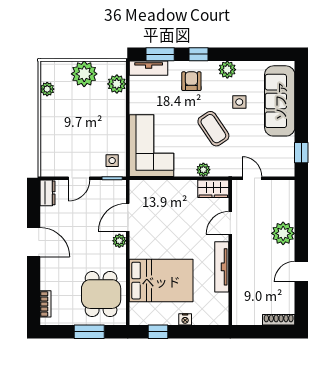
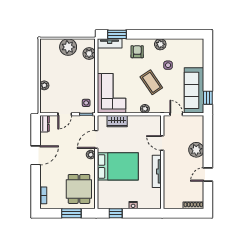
window: (198, 54) -> (142, 34), removed
plant: (47, 89) -> (44, 85), moved
sofa: (280, 101) -> (194, 90), moved
wardrobe: (213, 189) -> (117, 121), moved
door: (230, 223) -> (162, 143), hinge flipped
door: (34, 242) -> (36, 155), hinge flipped
bed: (161, 281) -> (118, 166), moved

